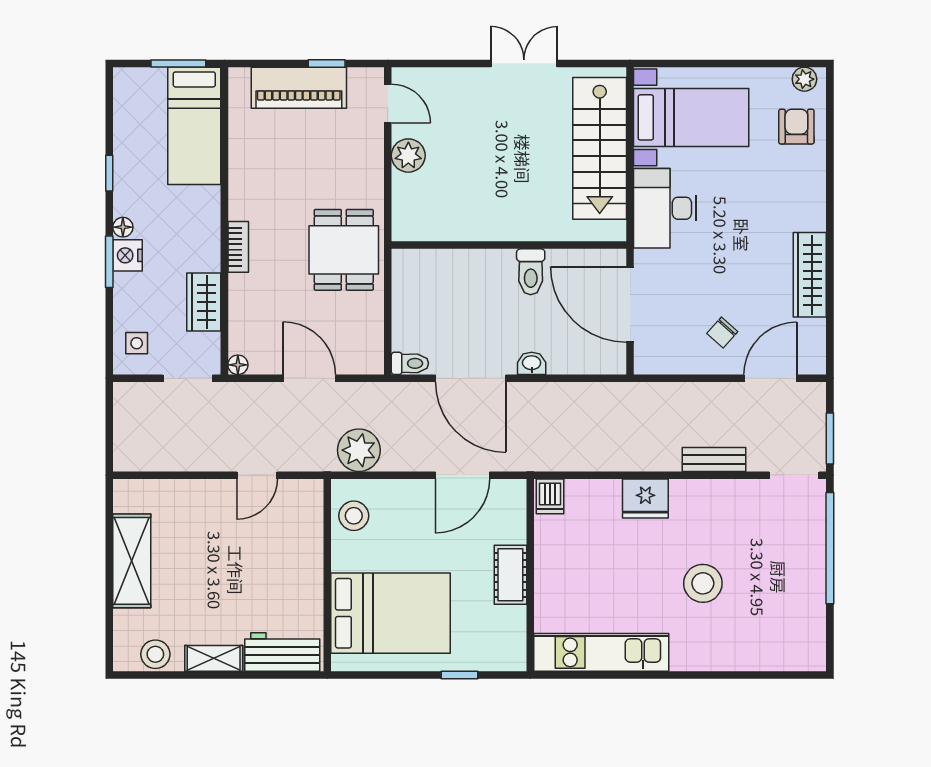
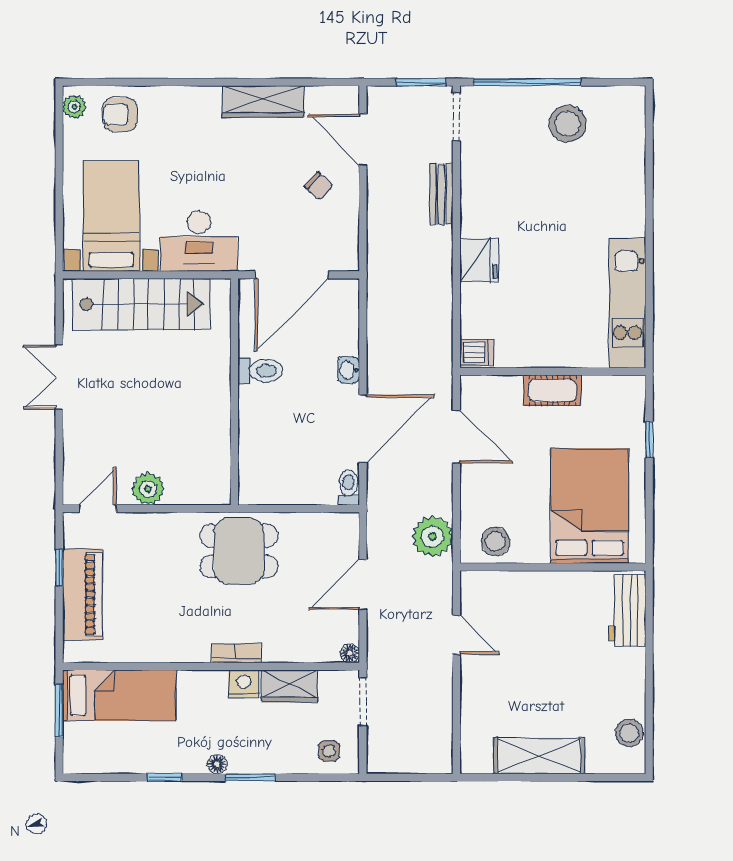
nightstand: (127, 255) -> (244, 684), moved, turned 180
stool: (703, 583) -> (568, 124), moved
shelving: (214, 658) -> (633, 677), removed

